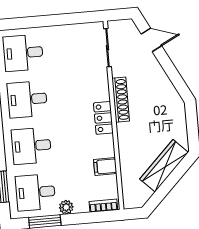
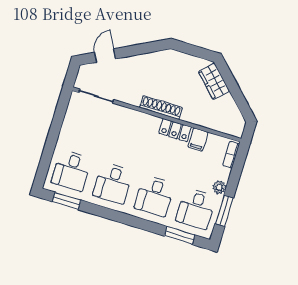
shoe rack: (121, 100) -> (161, 108), moved
locker: (103, 118) -> (175, 130), moved
wardrobe: (164, 166) -> (214, 81), width x0.67

